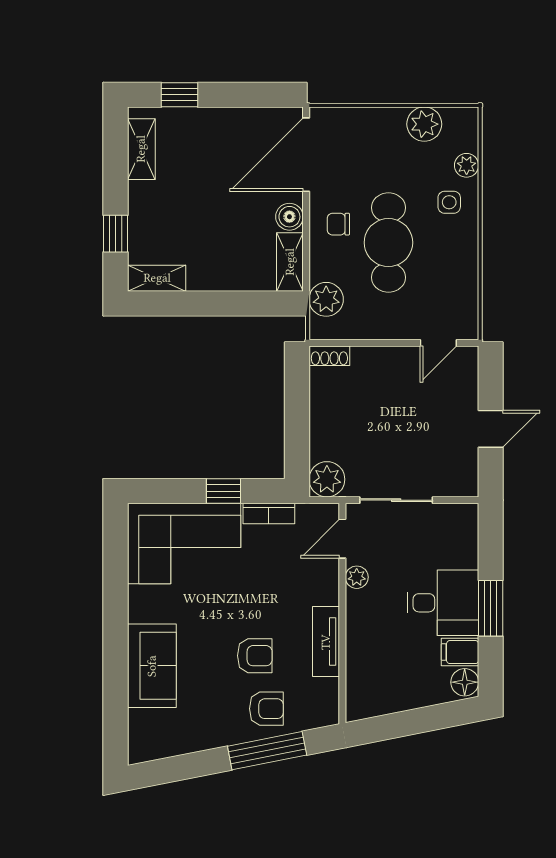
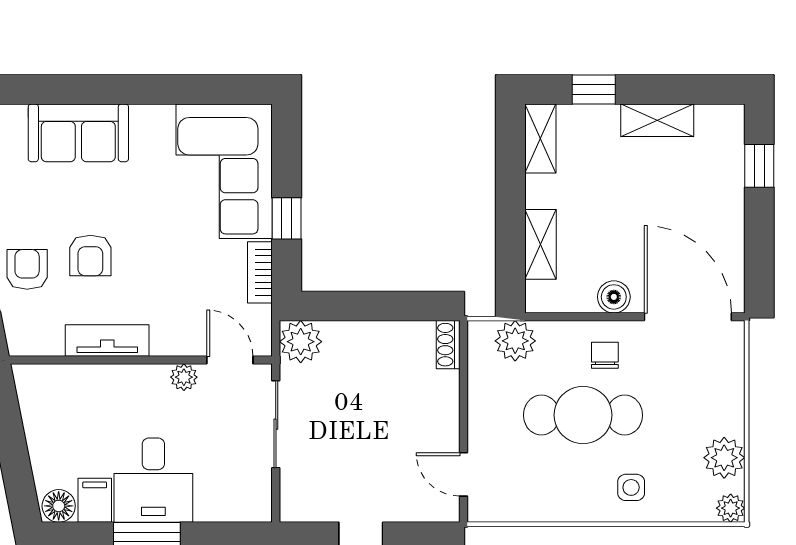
shelving: (141, 149) -> (657, 120), moved
plant: (467, 165) -> (731, 508), moved
shelving: (290, 262) -> (540, 244), moved, turned 90
armchair: (266, 709) -> (27, 269), turned 180

